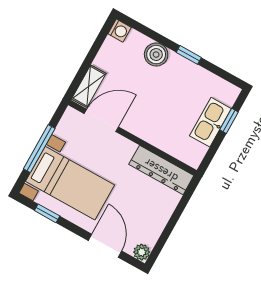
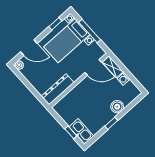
washing machine: (120, 31) -> (124, 79), moved
door: (101, 120) -> (93, 67), hinge flipped
kitchen sink: (210, 122) -> (81, 131), moved

